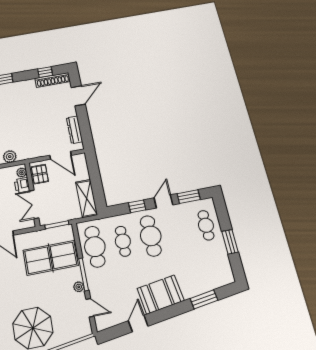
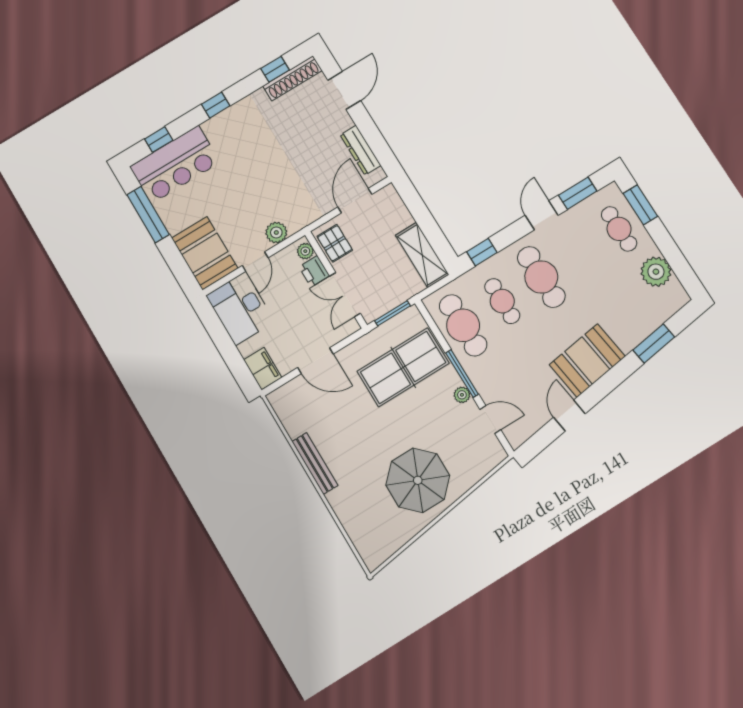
door: (61, 155) -> (355, 201), swing flipped
window: (137, 206) -> (482, 252), moved
window: (230, 242) -> (640, 205), moved
plant: (219, 258) -> (656, 272), added

